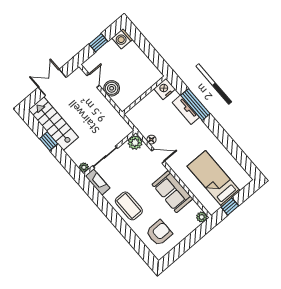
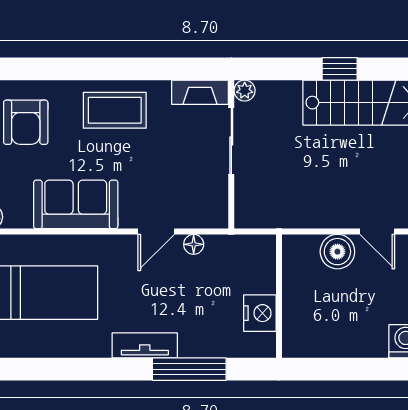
nightstand: (165, 89) -> (260, 313), moved
tv unit: (186, 110) -> (145, 345), moved
plant: (135, 143) -> (212, 213), removed

